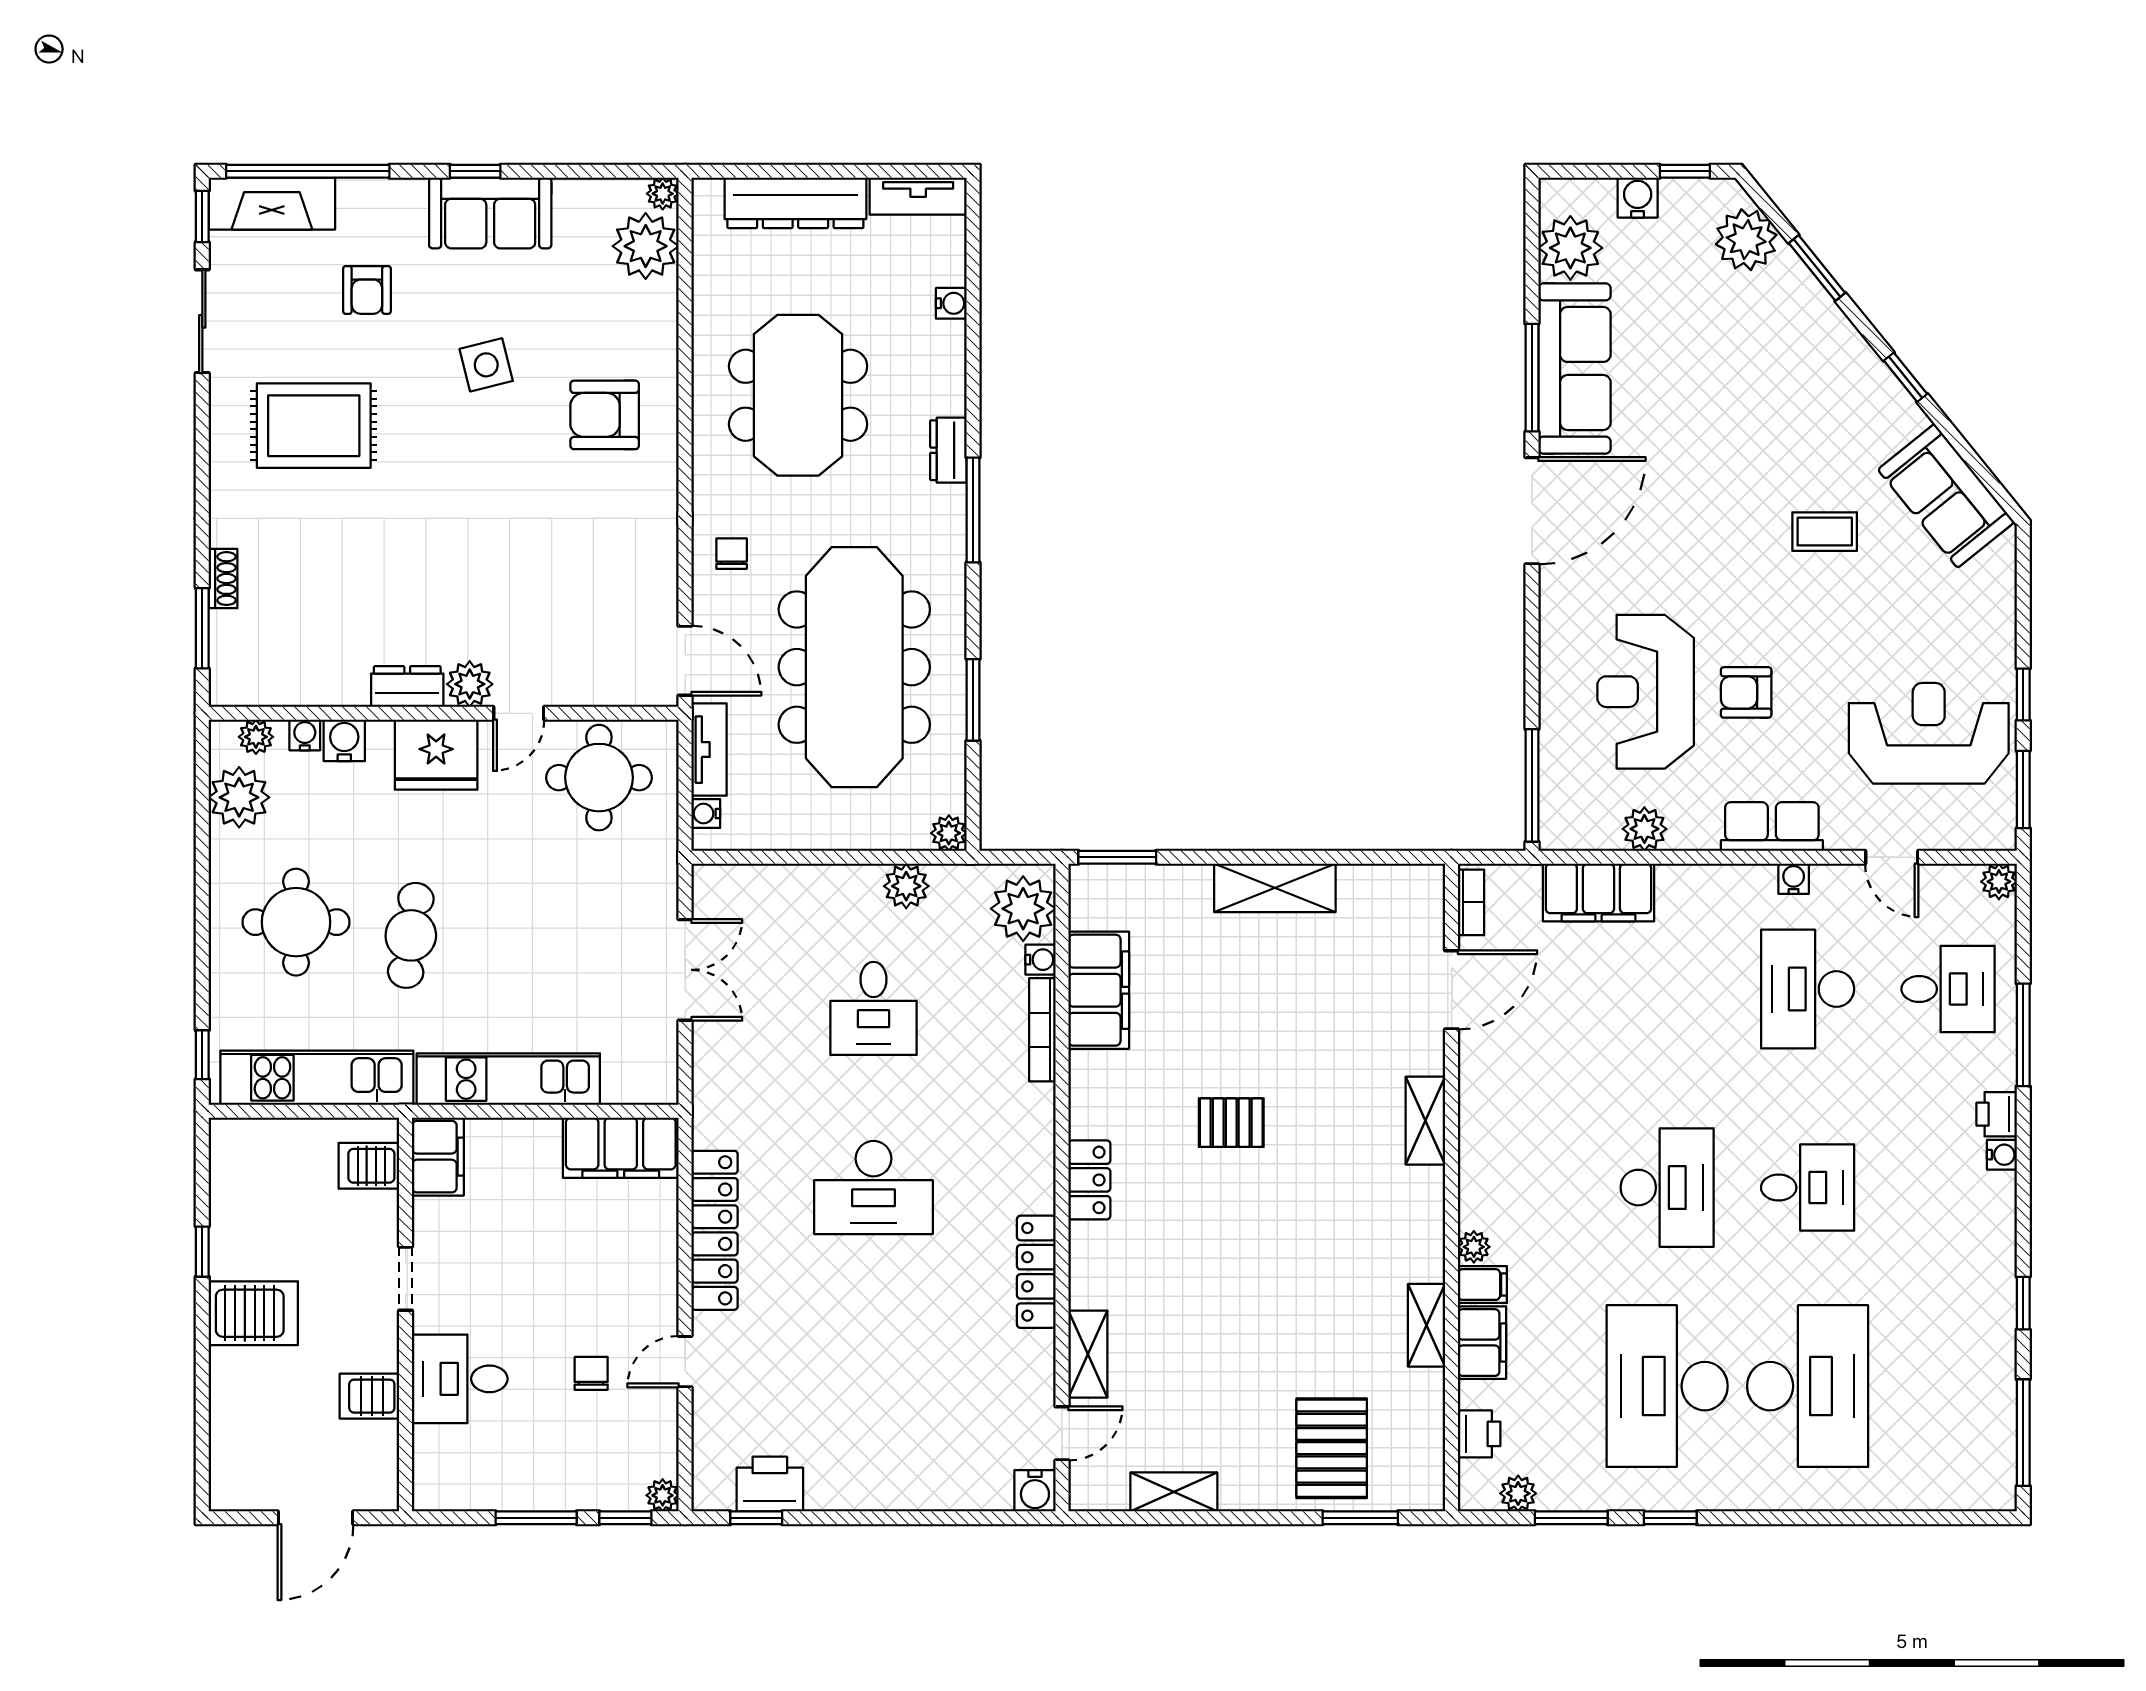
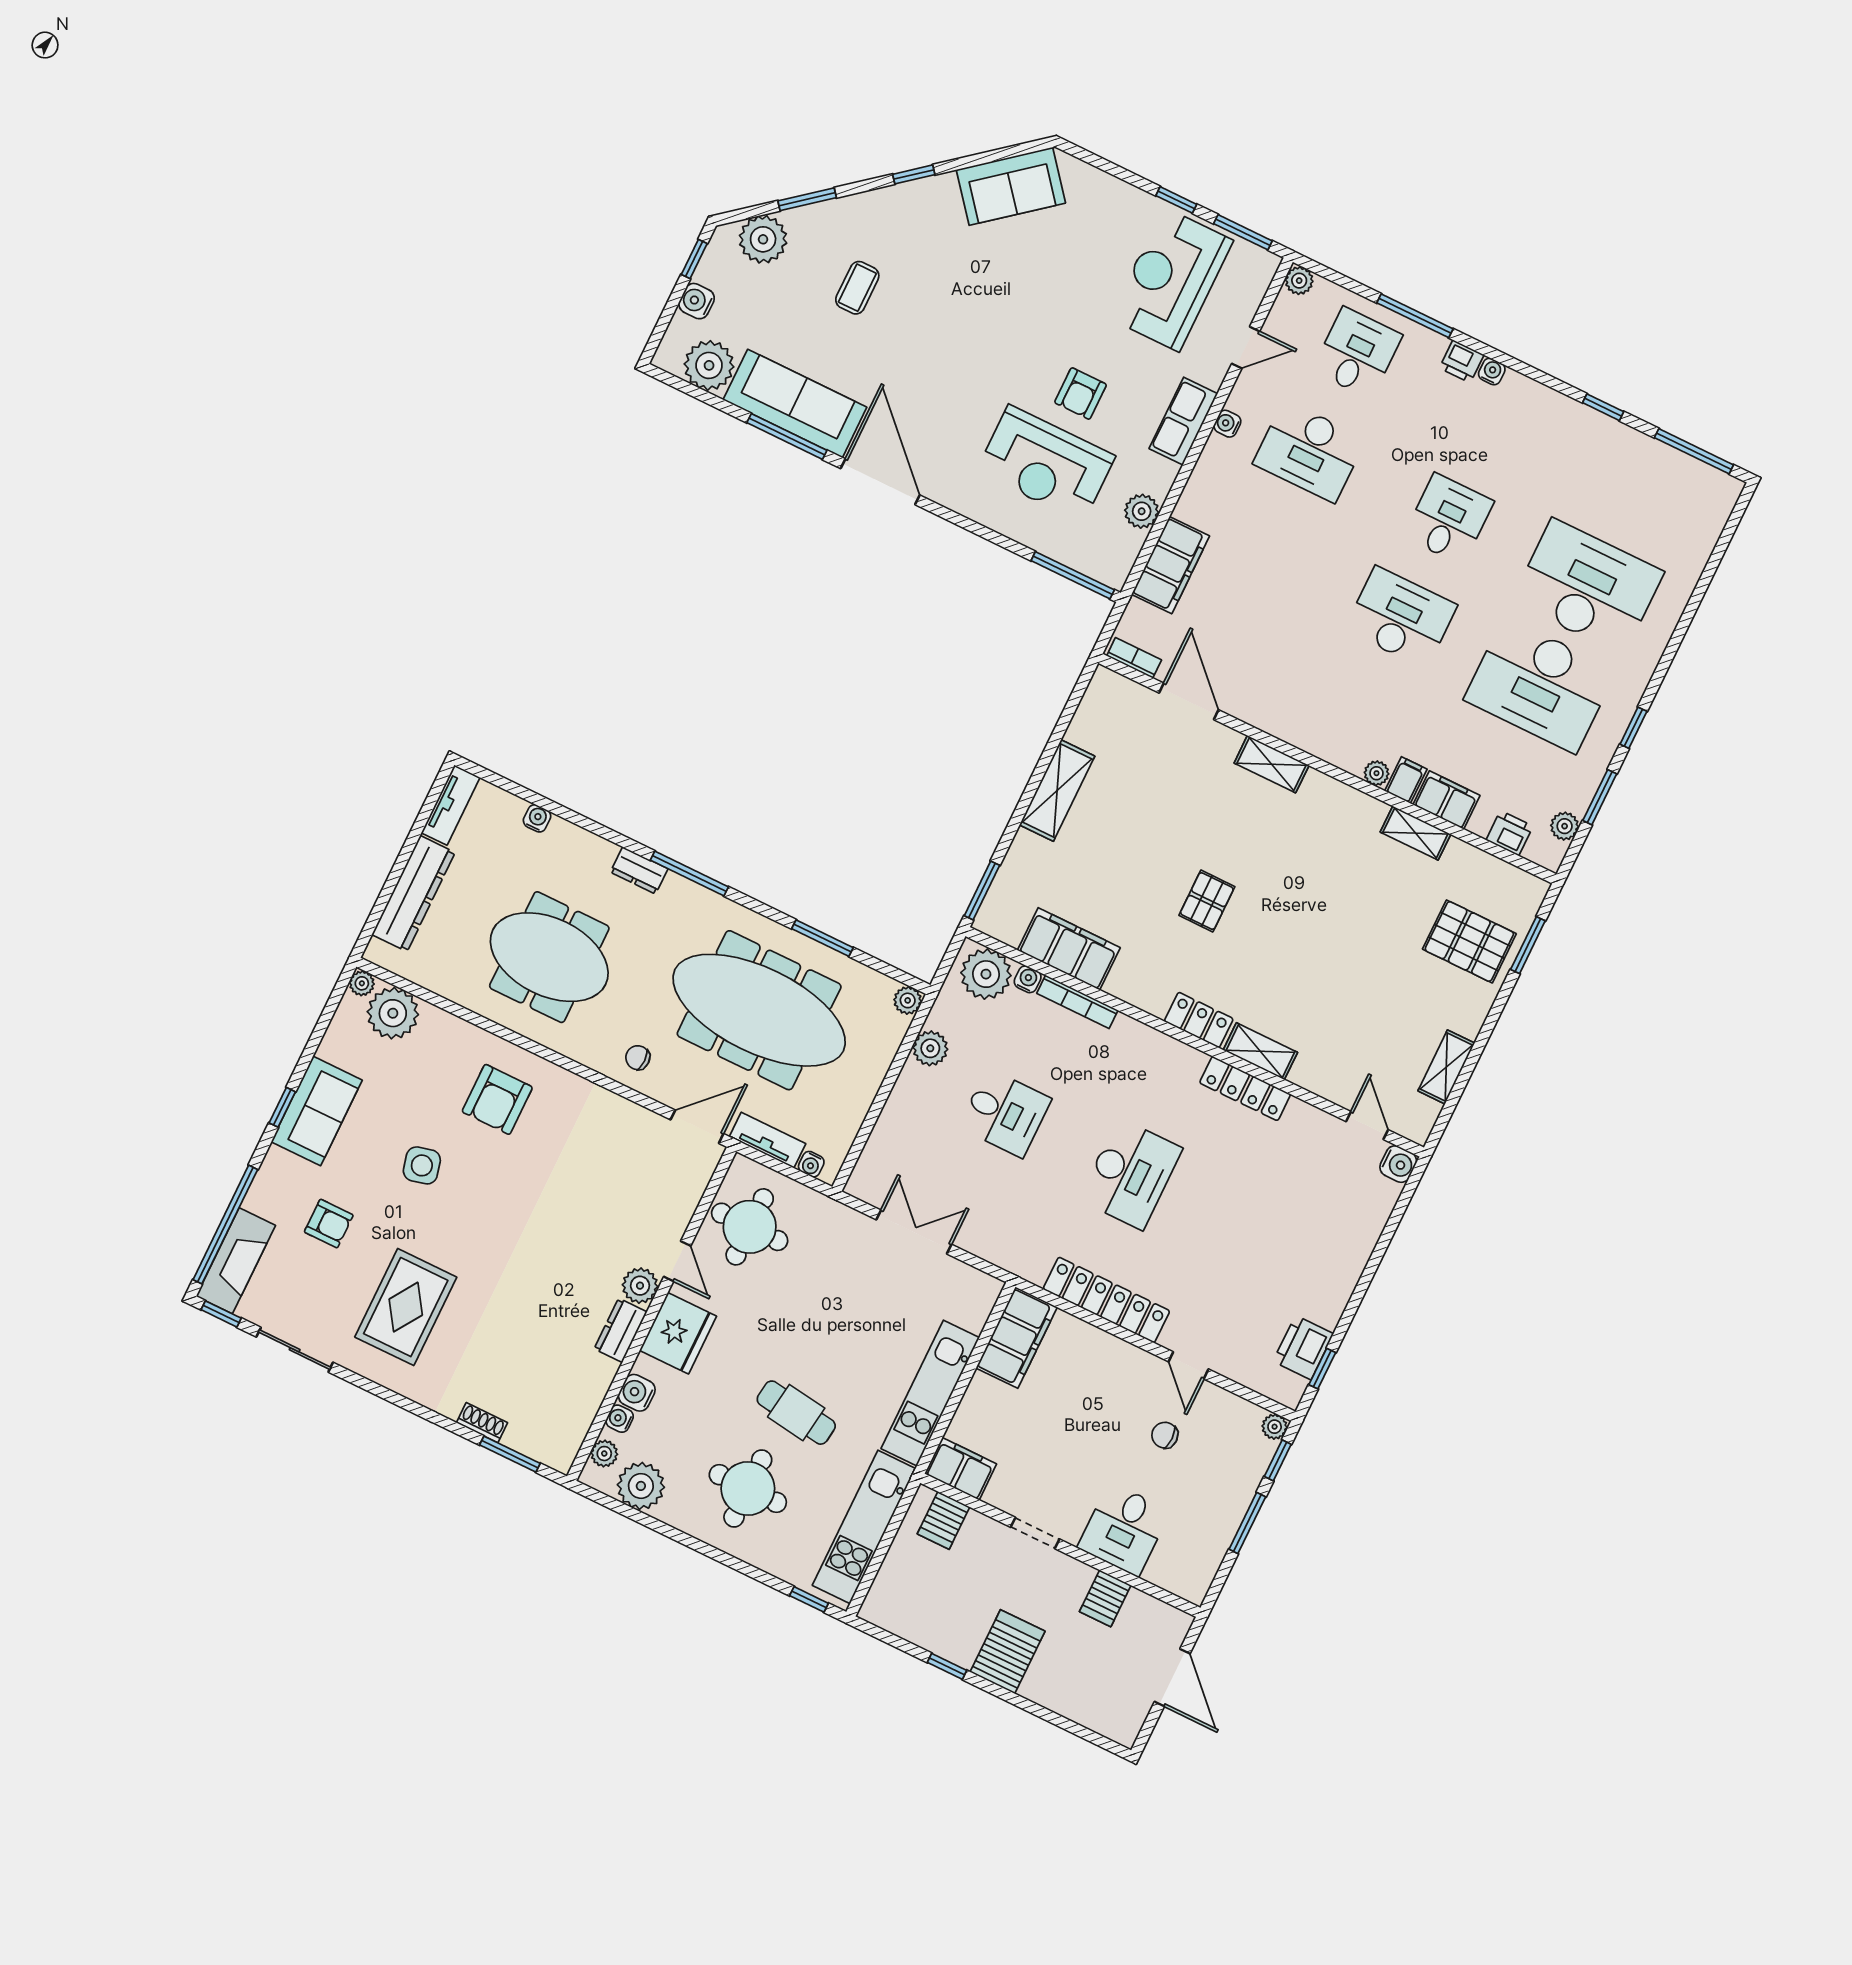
coffee table: (1825, 532) -> (857, 288), moved
shelving: (1088, 1354) -> (1260, 1051), moved

